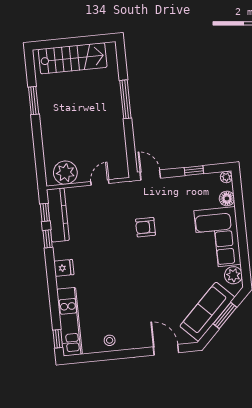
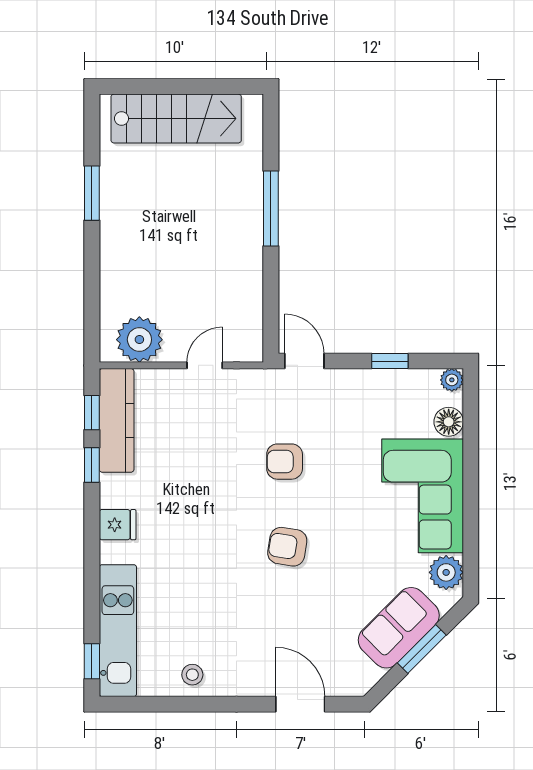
armchair: (151, 270) -> (287, 547), added
sofa: (207, 312) -> (399, 628), width x0.73

